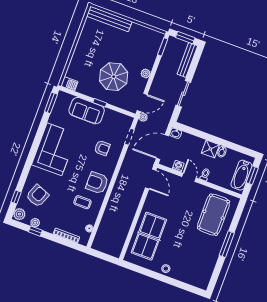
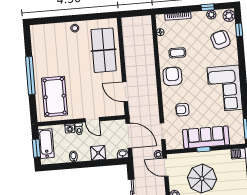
door: (142, 102) -> (166, 167), hinge flipped
sofa: (87, 111) -> (206, 137), width x1.36
door: (162, 147) -> (129, 136), hinge flipped
shower: (210, 149) -> (98, 153), moved
washing machine: (178, 166) -> (70, 128), moved
door: (151, 179) -> (125, 92), moved
armchair: (97, 183) -> (172, 76), turned -90
armchair: (37, 196) -> (220, 40), turned 141
window: (227, 244) -> (30, 76), width x1.46

